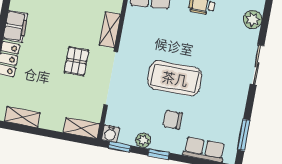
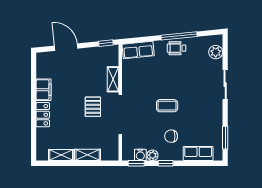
coffee table: (175, 78) -> (167, 106), width x0.54, depth x0.58
shelving: (82, 128) -> (88, 155), moved
water cooler: (110, 134) -> (140, 155), moved

